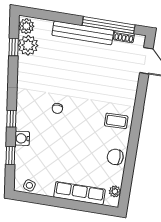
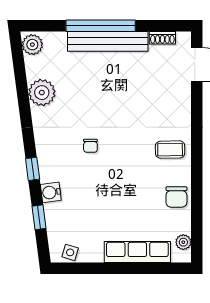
window: (109, 25) -> (101, 26), moved
plant: (28, 45) -> (42, 93), moved
window: (14, 47) -> (20, 75), removed
chair: (115, 157) -> (176, 197), turned -90

